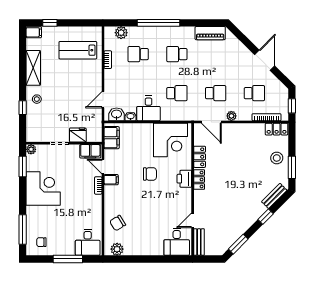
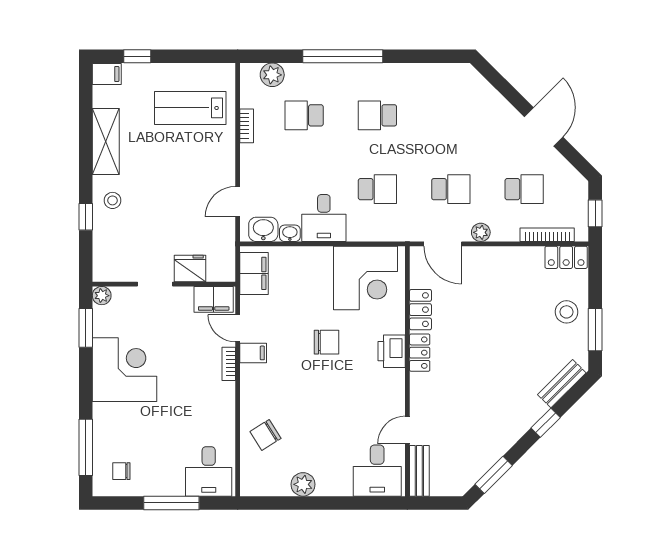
piano: (210, 33) -> (441, 76), removed
plant: (117, 249) -> (303, 484), moved

